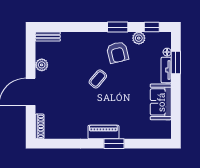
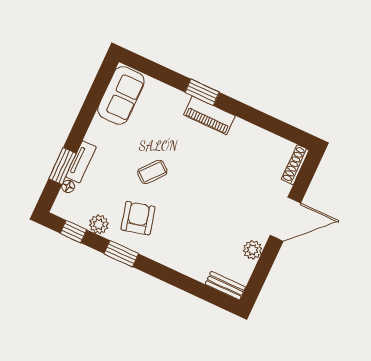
coffee table: (98, 79) -> (152, 172), moved
sofa: (161, 102) -> (121, 95), moved

